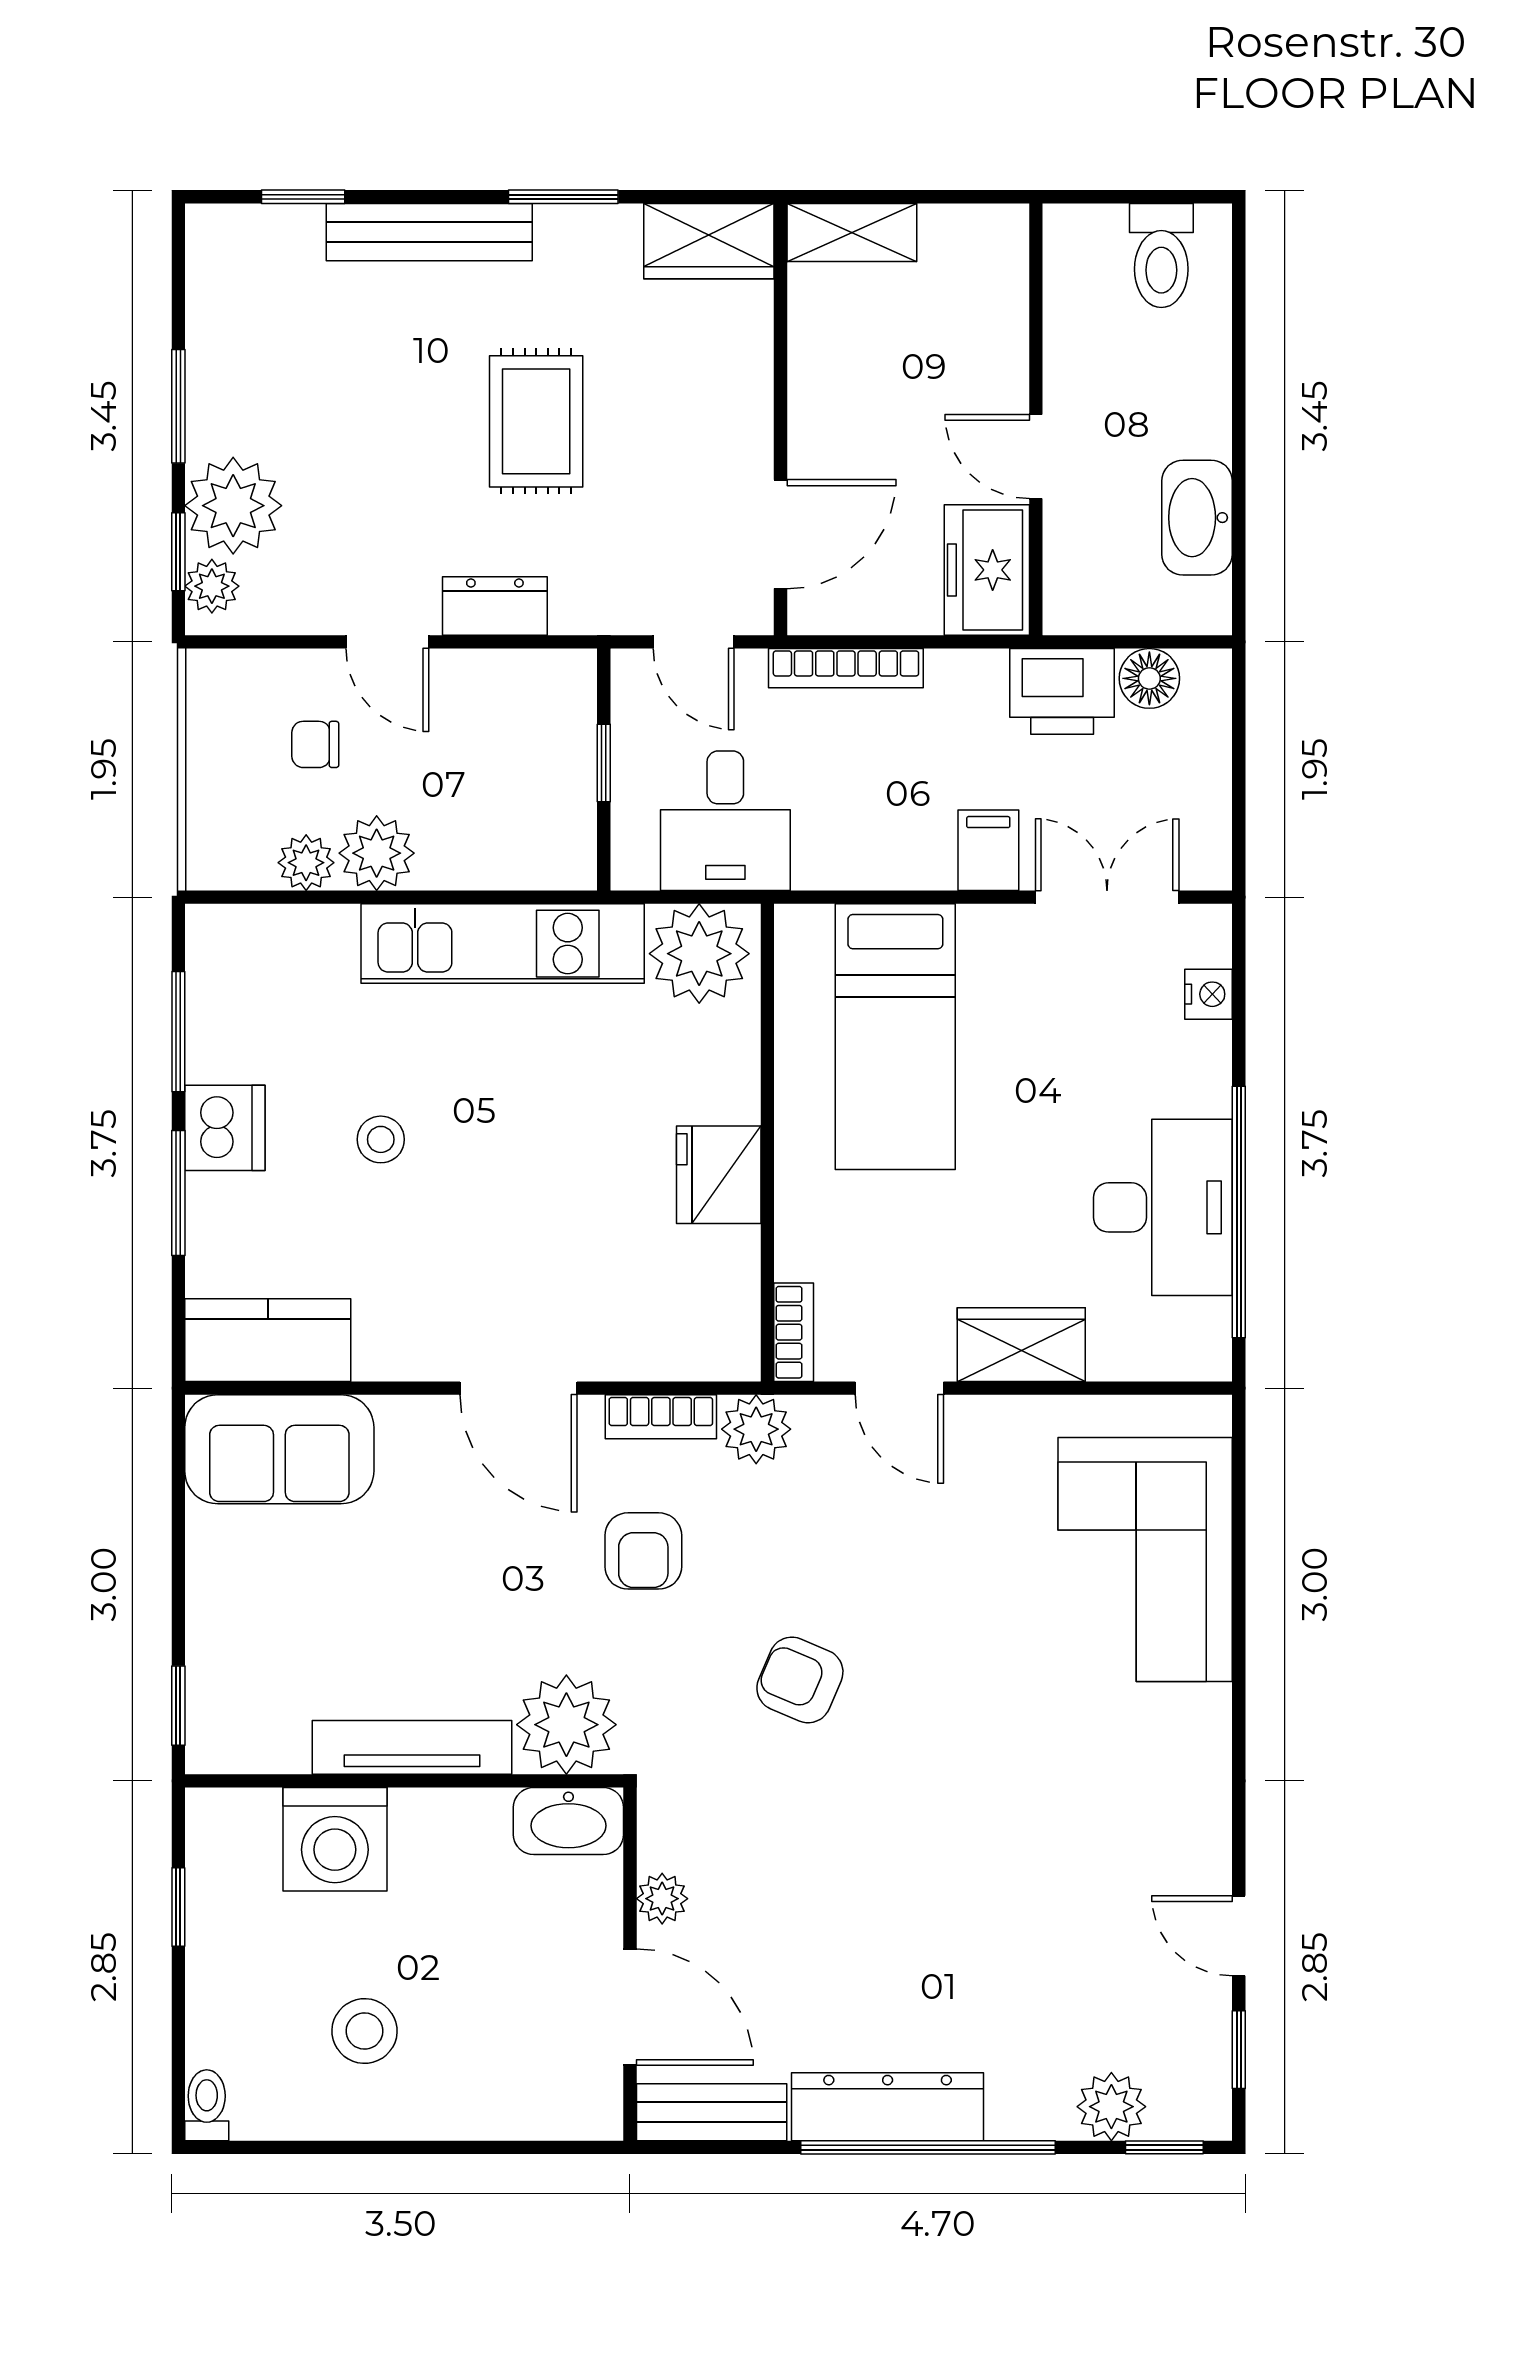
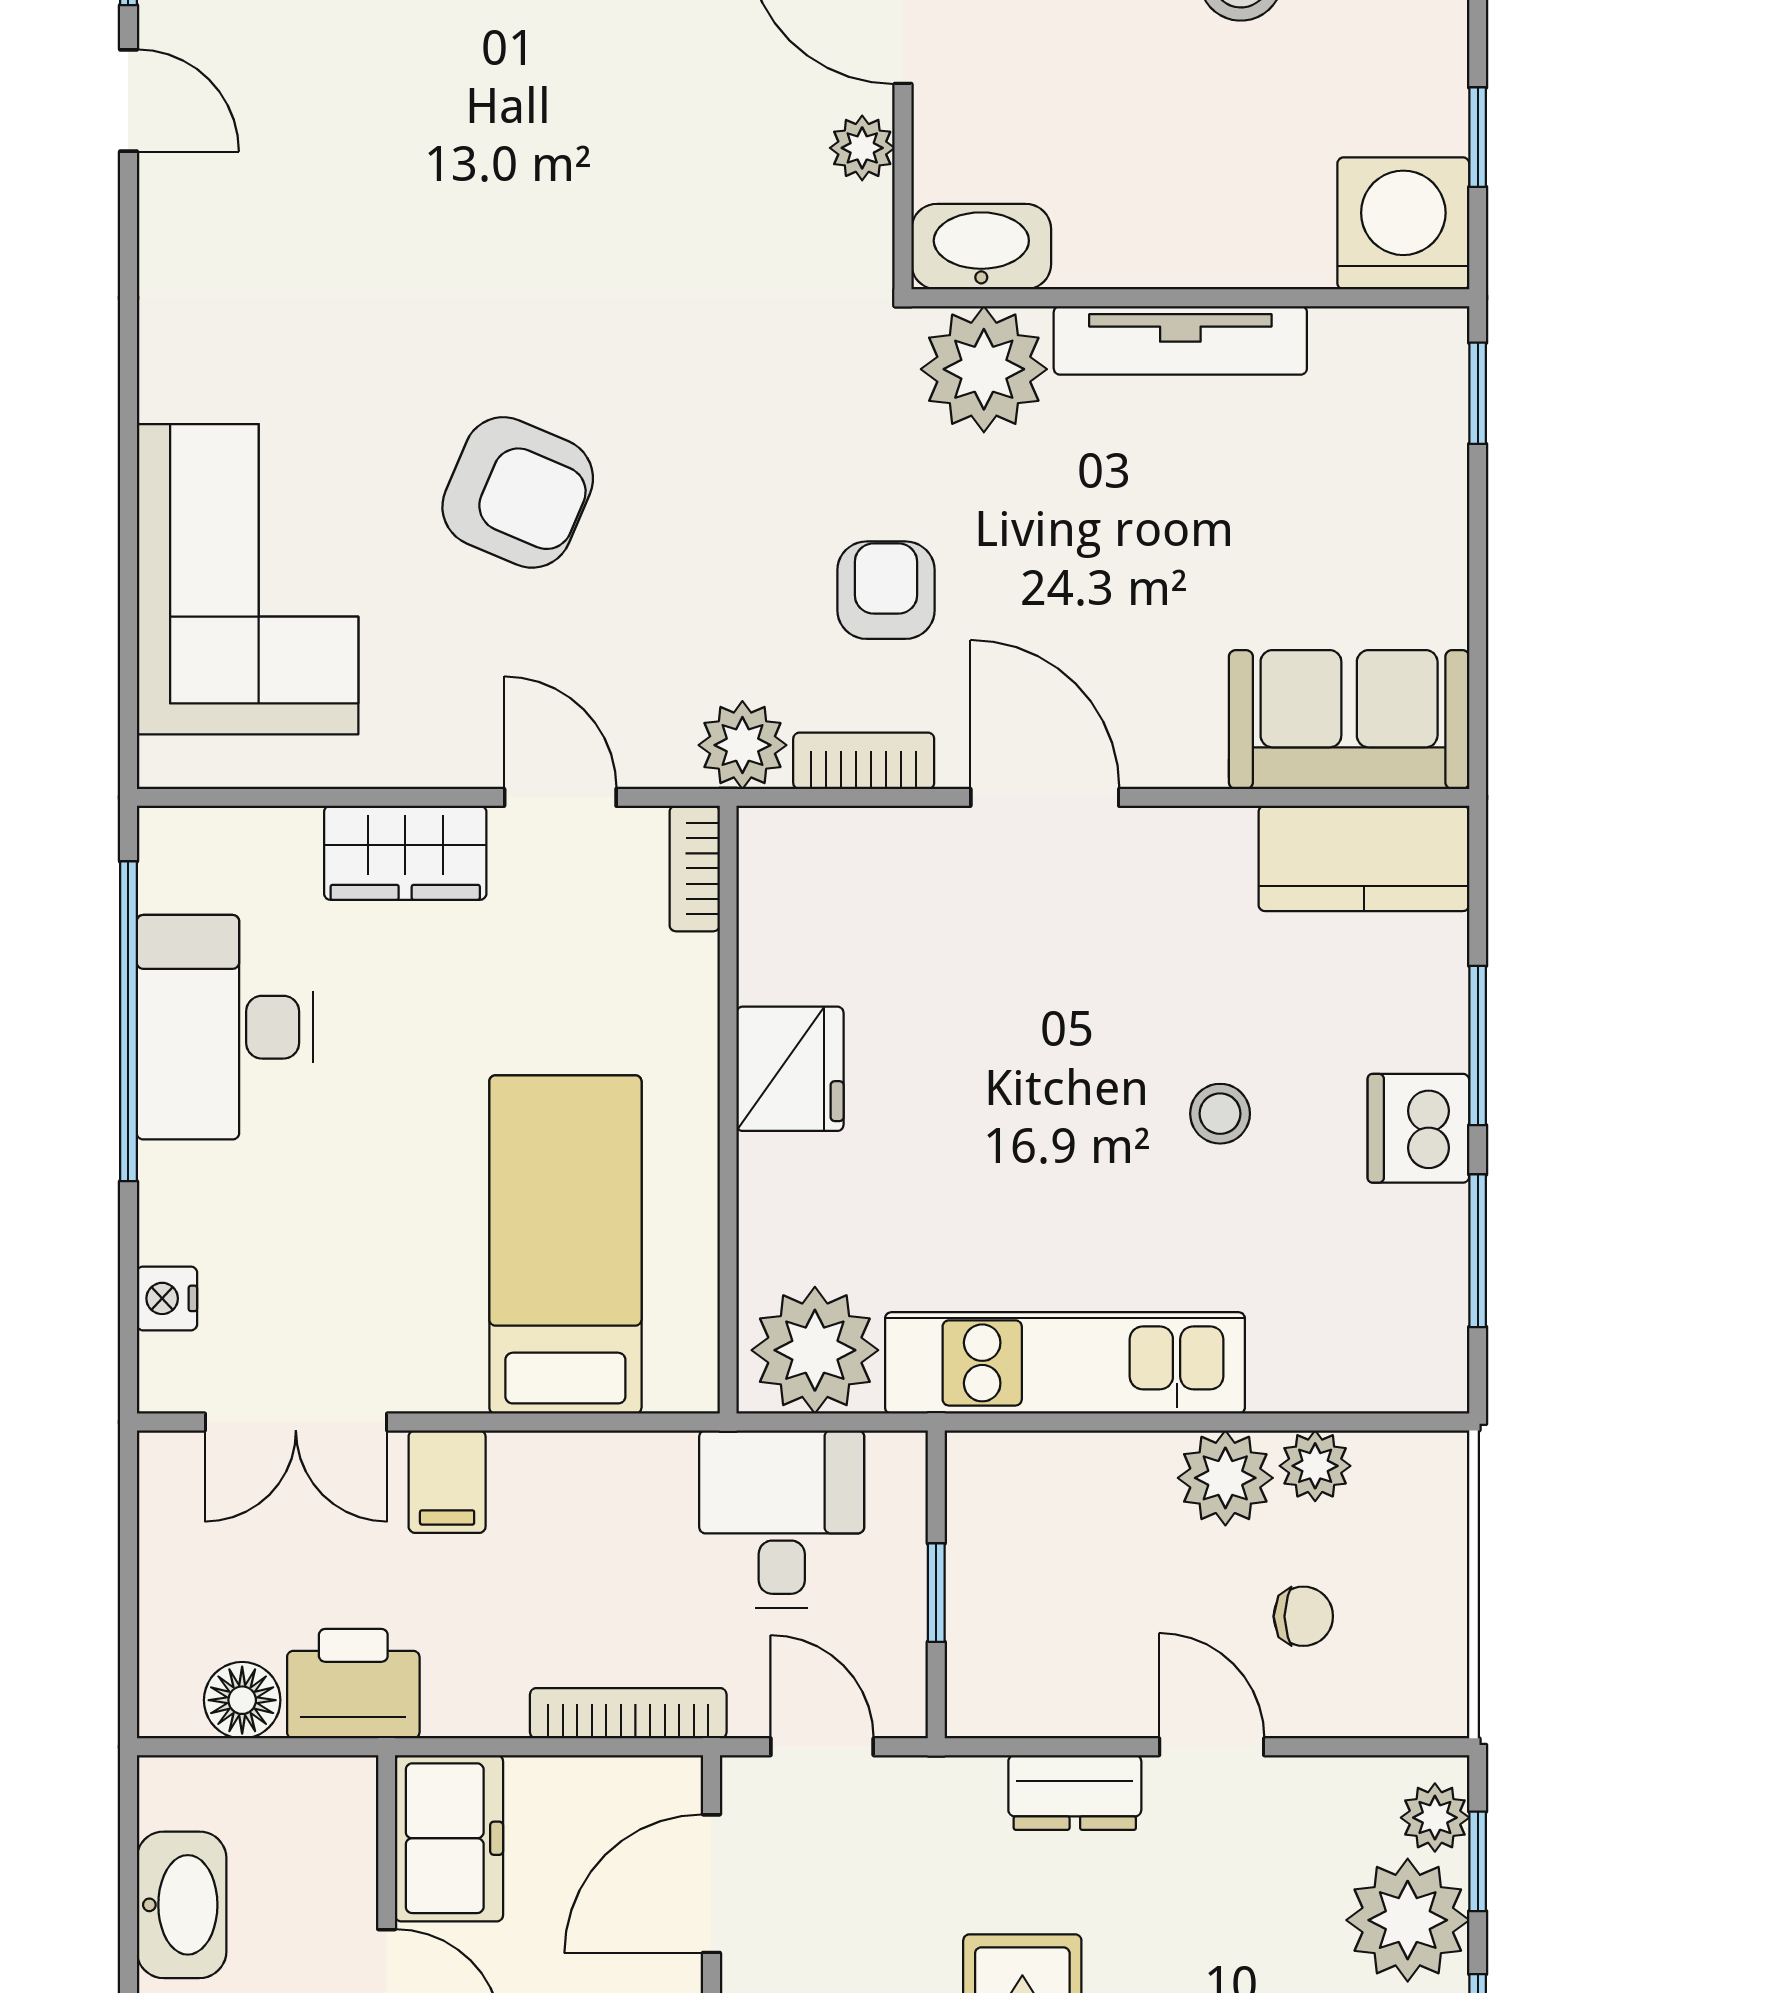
armchair: (800, 1680) -> (518, 492), moved, width x1.38, depth x1.38
washing machine: (335, 1839) -> (1403, 223), moved

